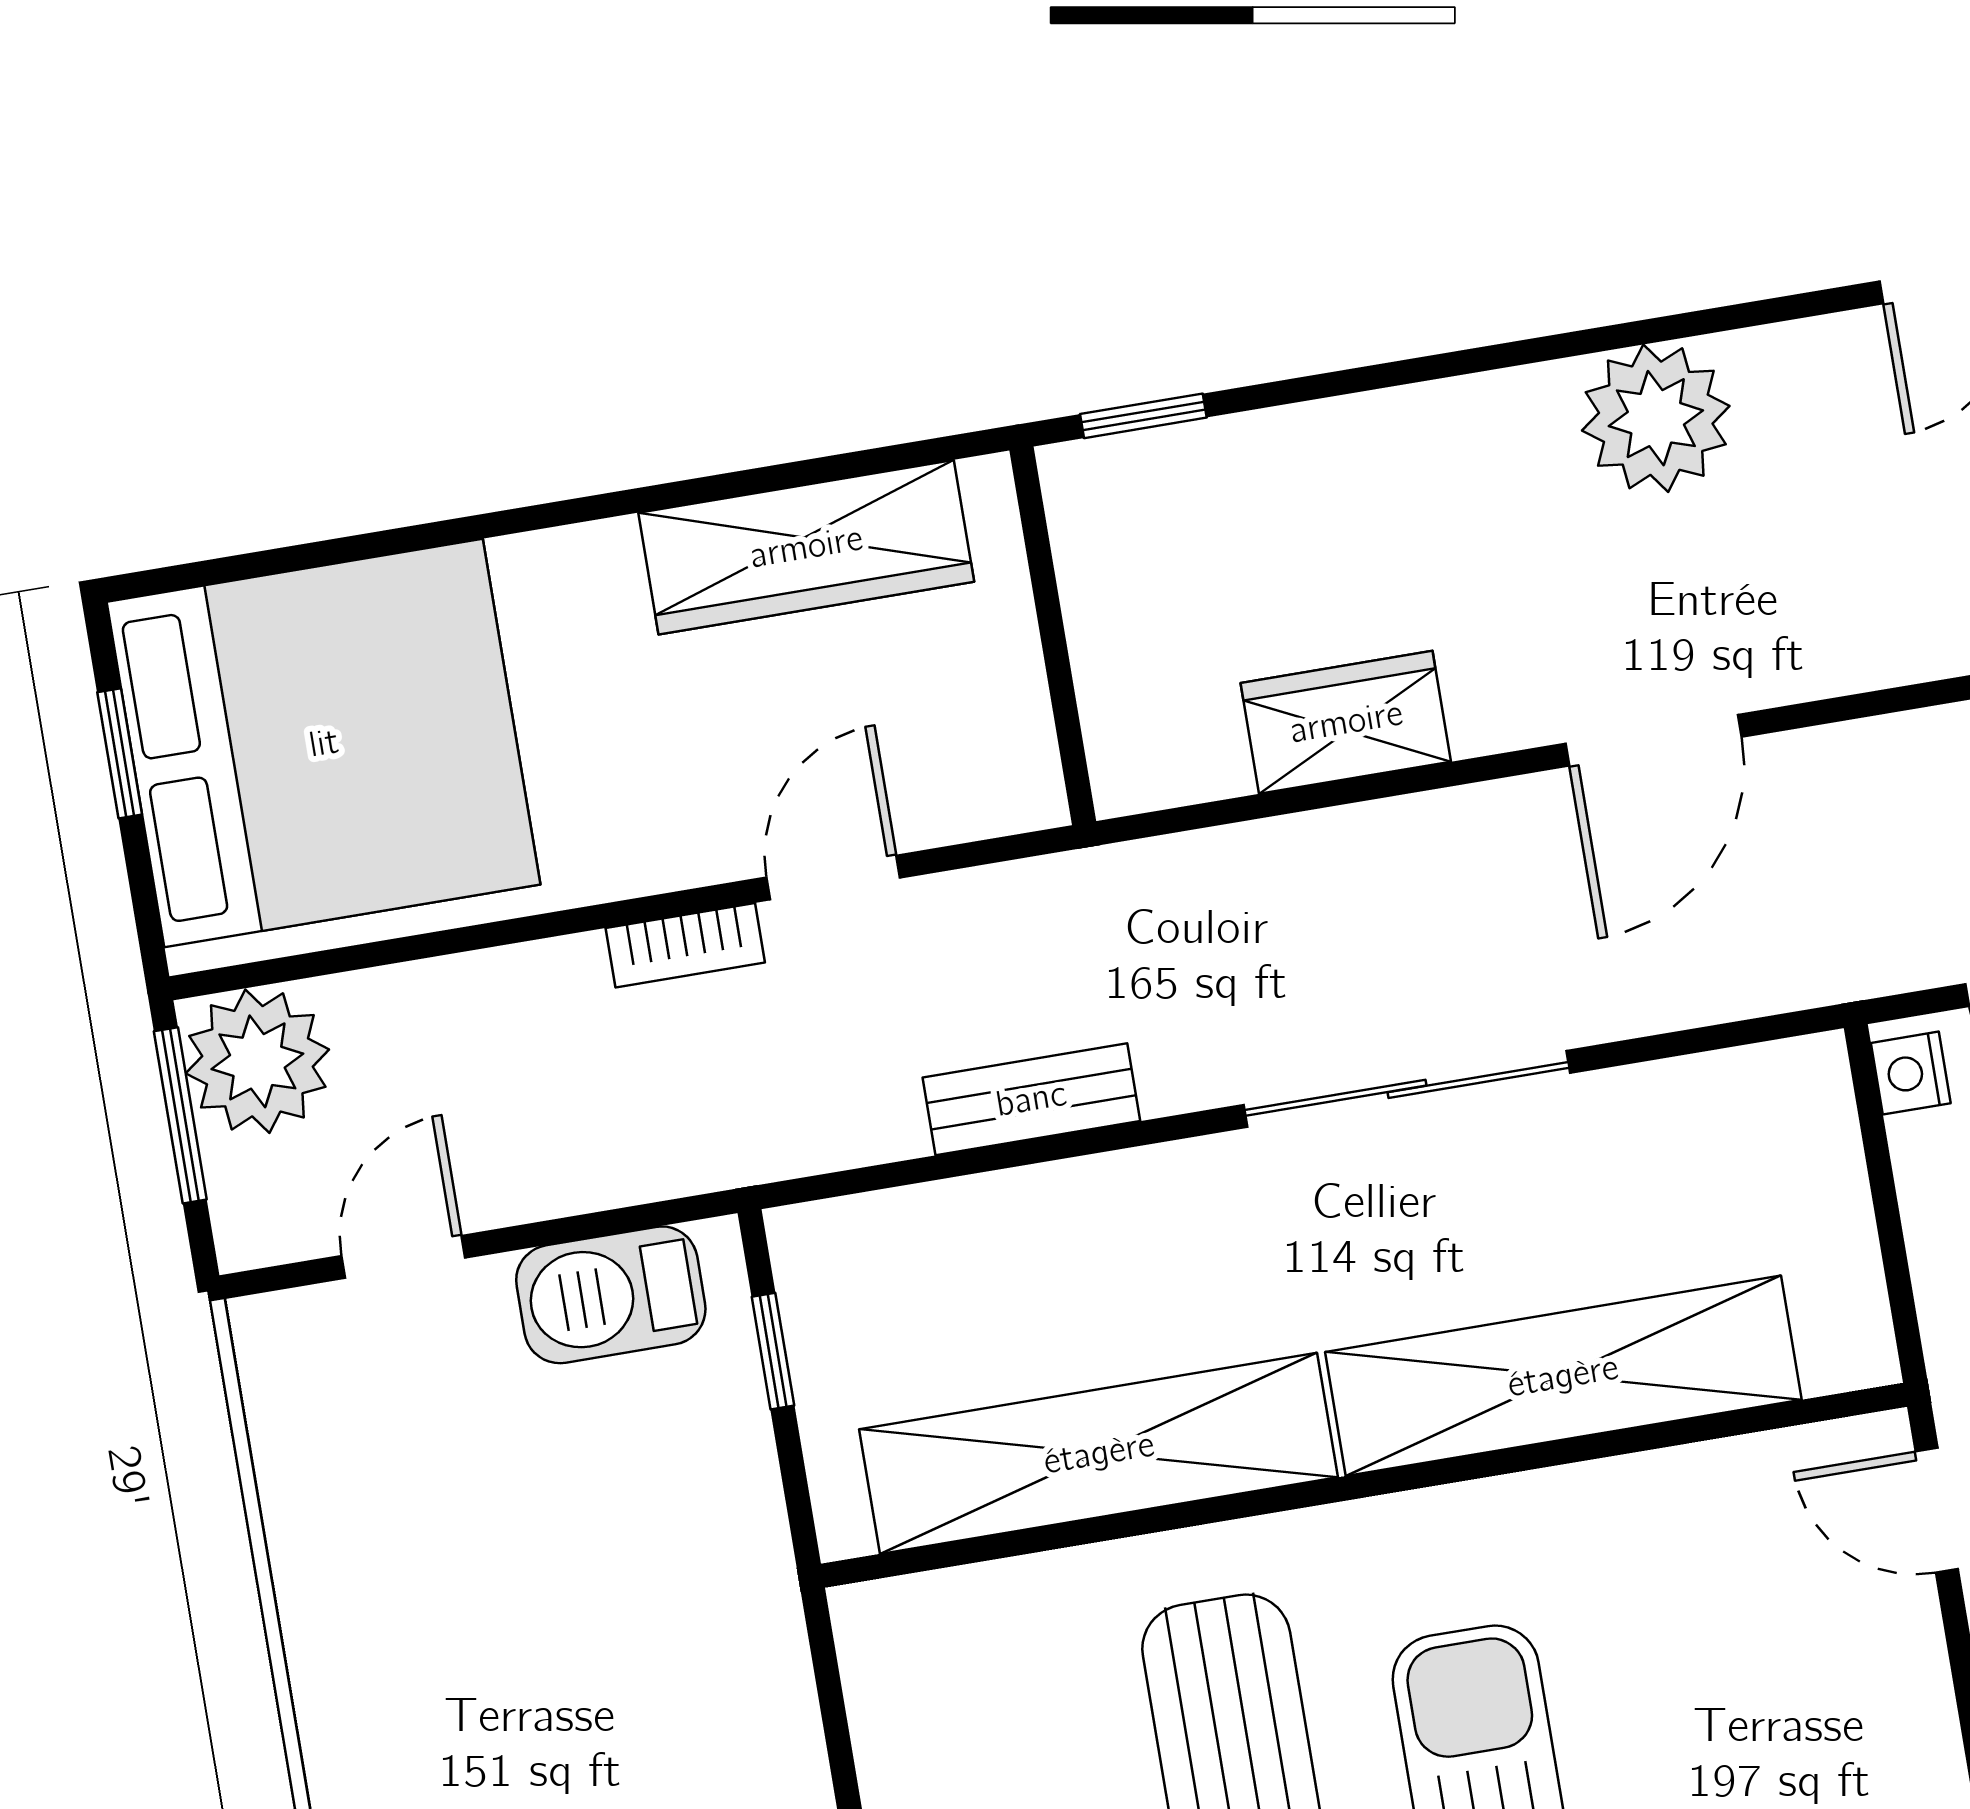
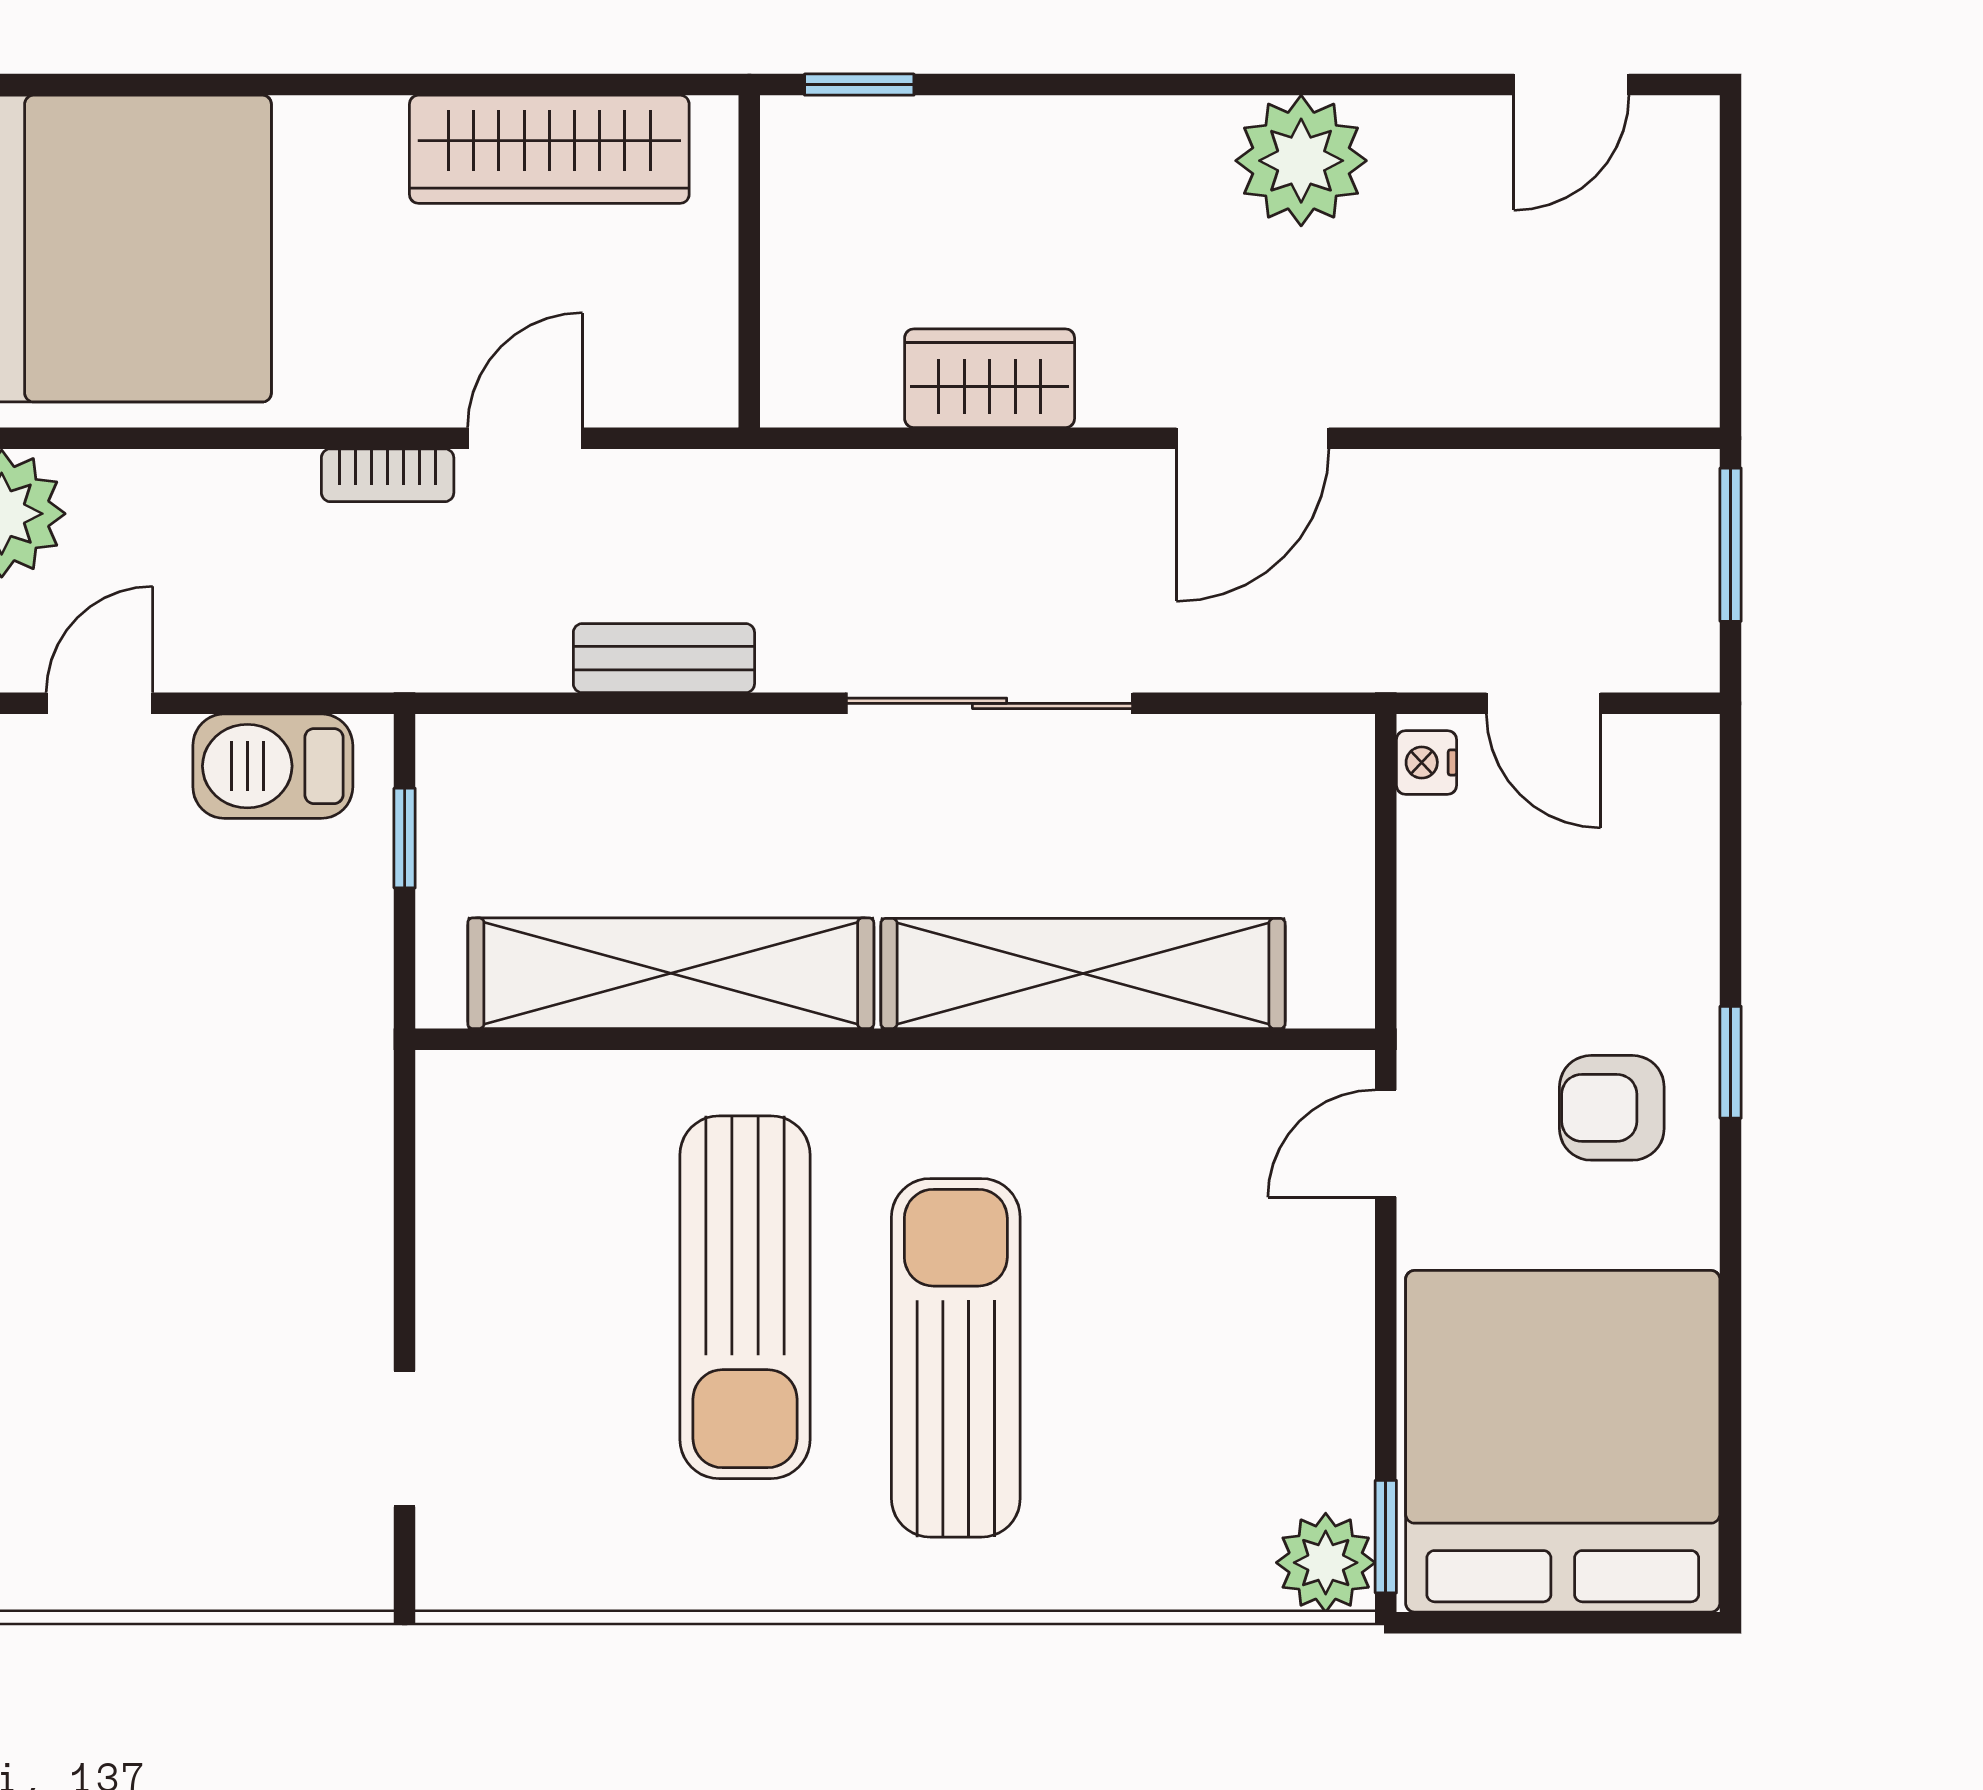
door: (1937, 1510) -> (1386, 1143), hinge flipped

